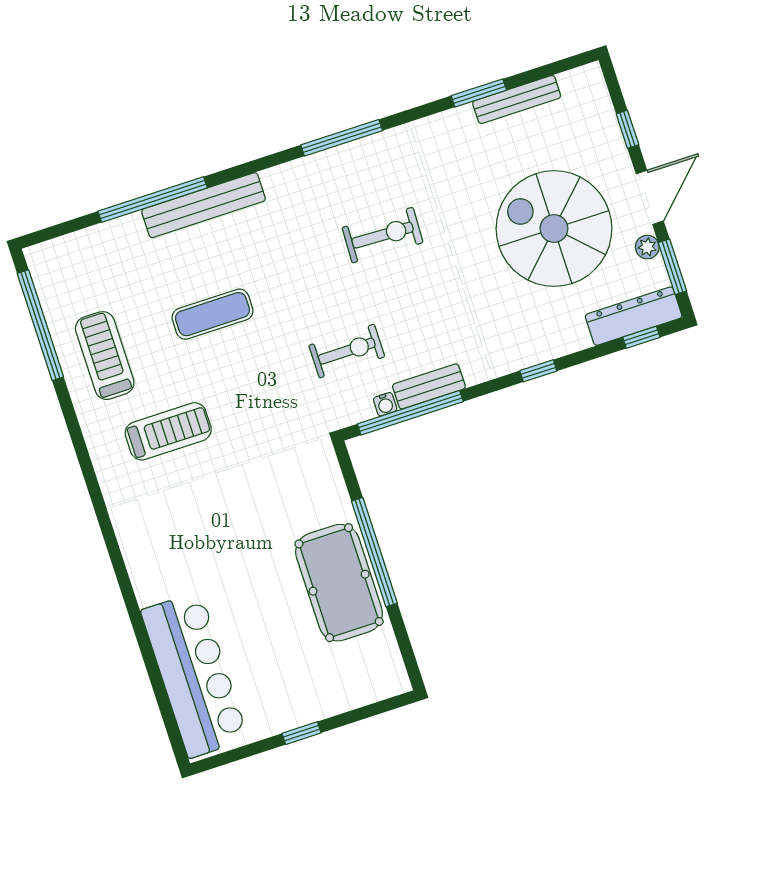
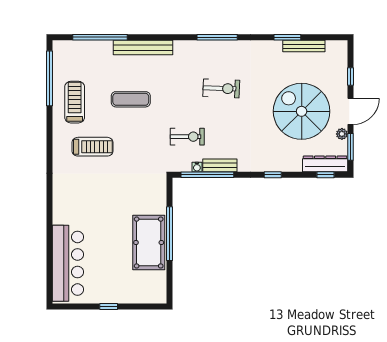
window: (153, 200) -> (100, 37), moved

